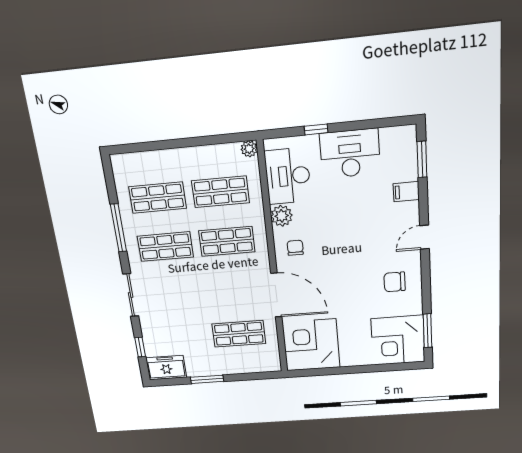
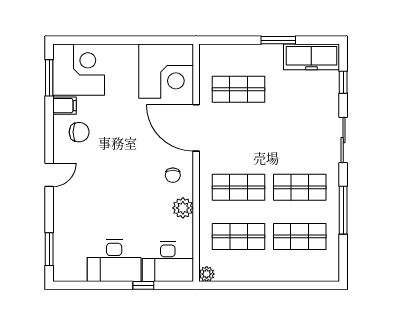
desk: (288, 176) -> (168, 262), moved, turned 90
filing cabinet: (406, 192) -> (64, 106), moved
freezer: (166, 368) -> (311, 57), width x1.40

